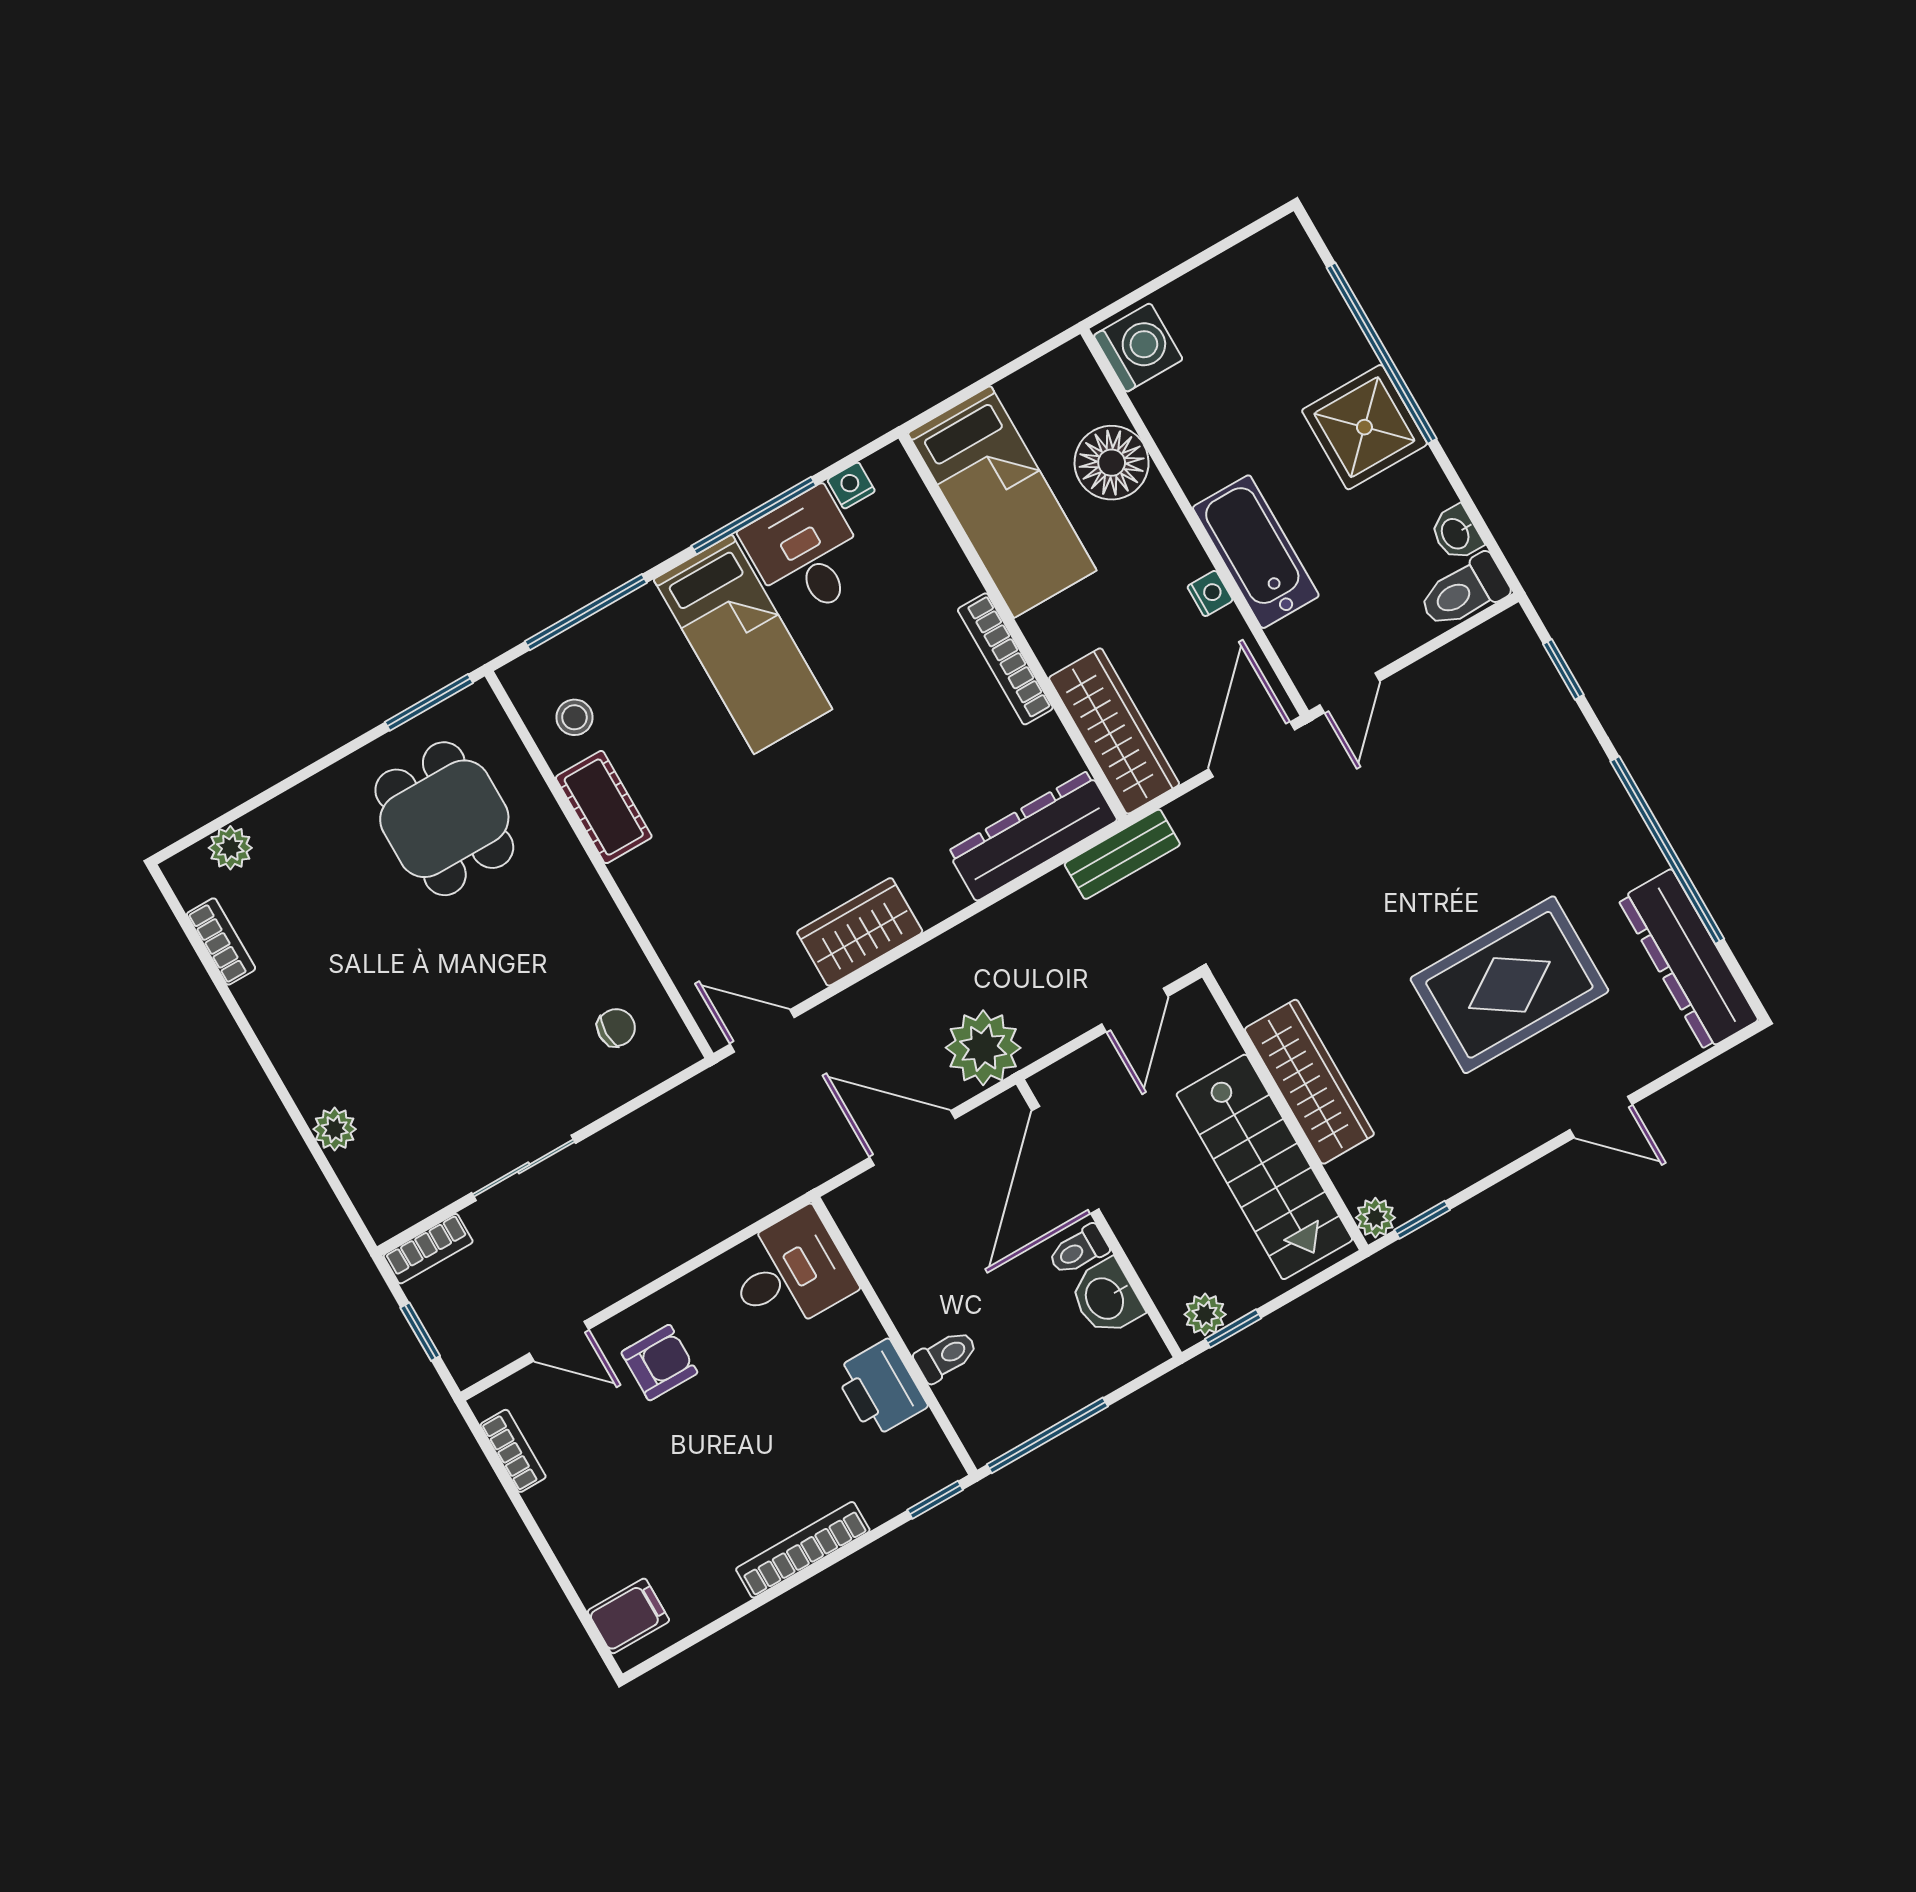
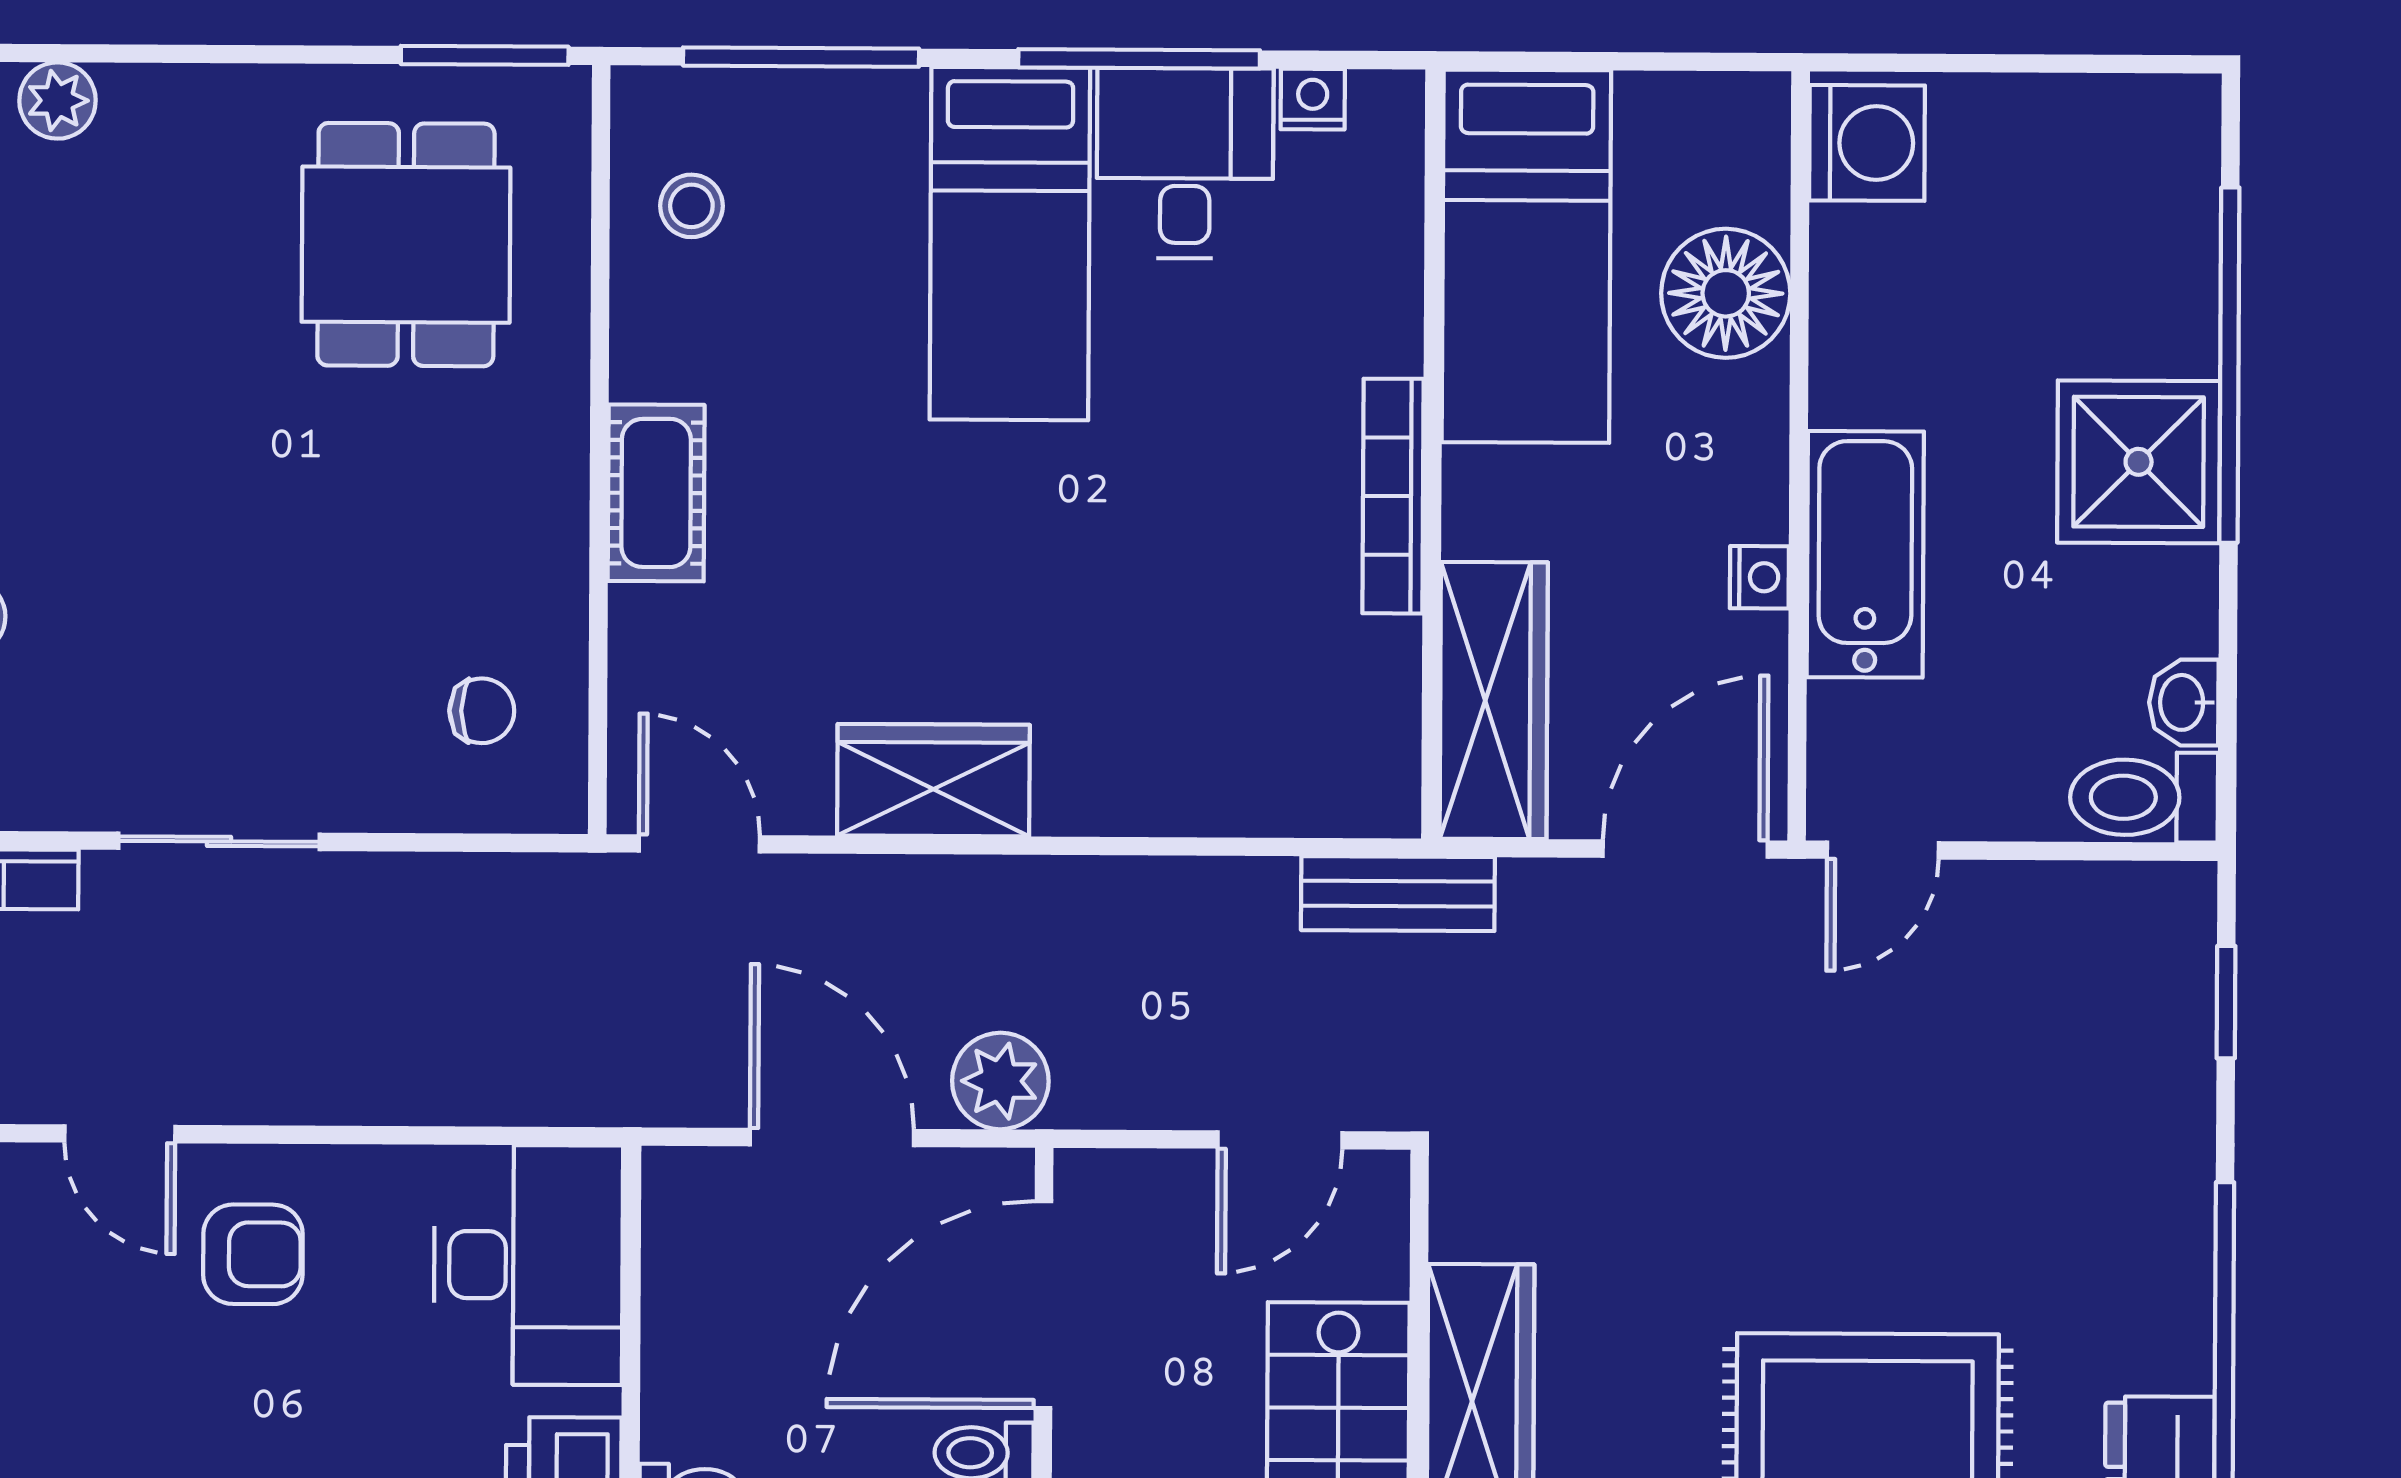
cot: (604, 807) -> (656, 493), moved
dresser: (1032, 836) -> (1279, 787), removed
plant: (983, 1048) -> (1000, 1081), width x0.73, depth x0.73
desk: (790, 1272) -> (528, 1265), width x1.37

